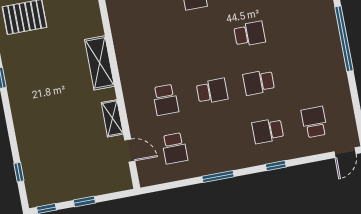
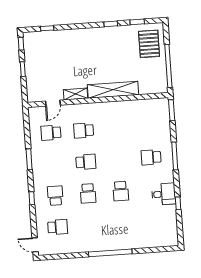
shelving: (99, 63) -> (113, 90), width x1.47
school desk: (259, 82) -> (88, 193), turned 180
school desk: (212, 91) -> (86, 162), turned -90

